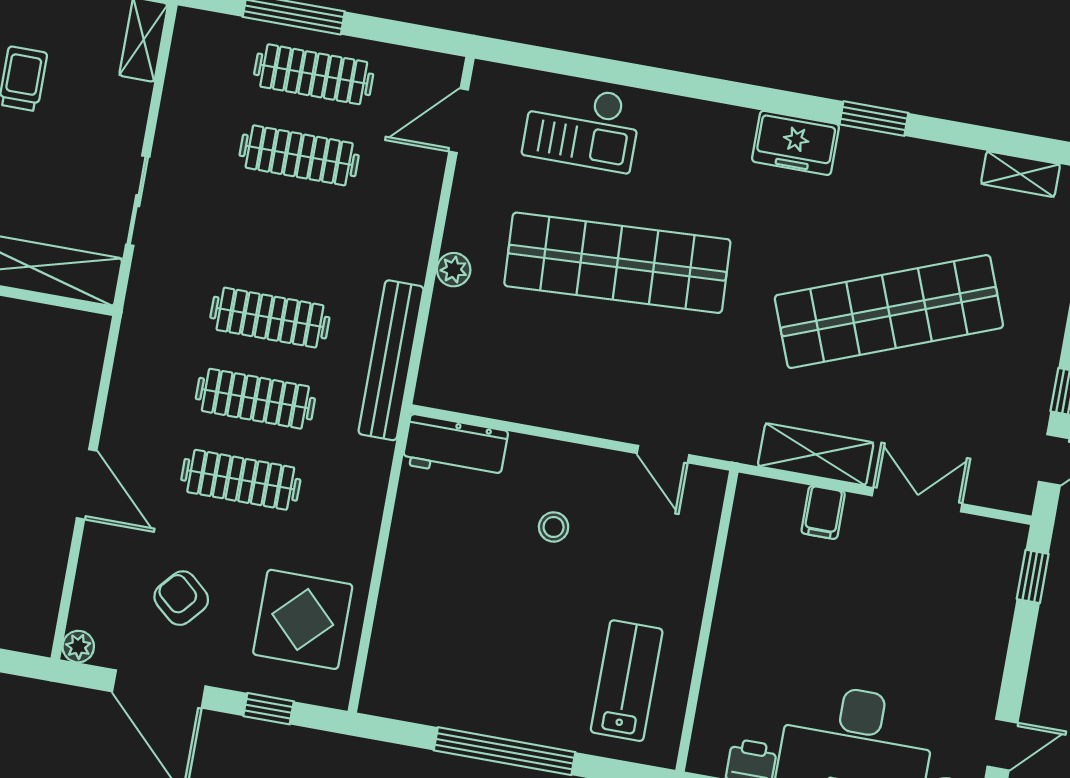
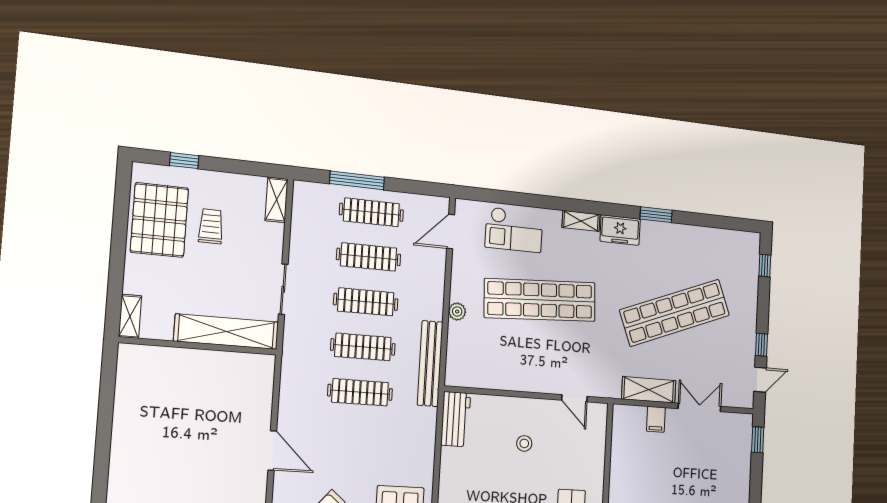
shelving: (1021, 174) -> (581, 221), moved
workbench: (455, 448) -> (456, 419), moved, turned -90
clothes rail: (241, 480) -> (366, 302), moved

